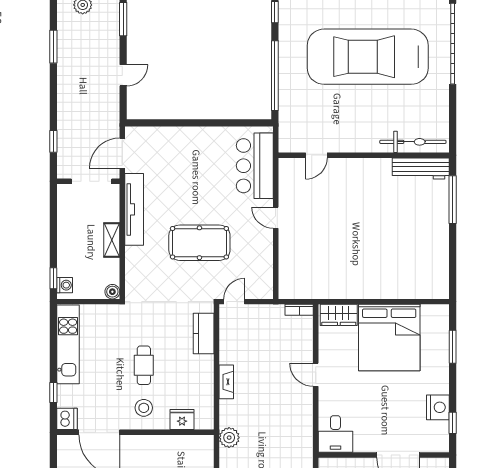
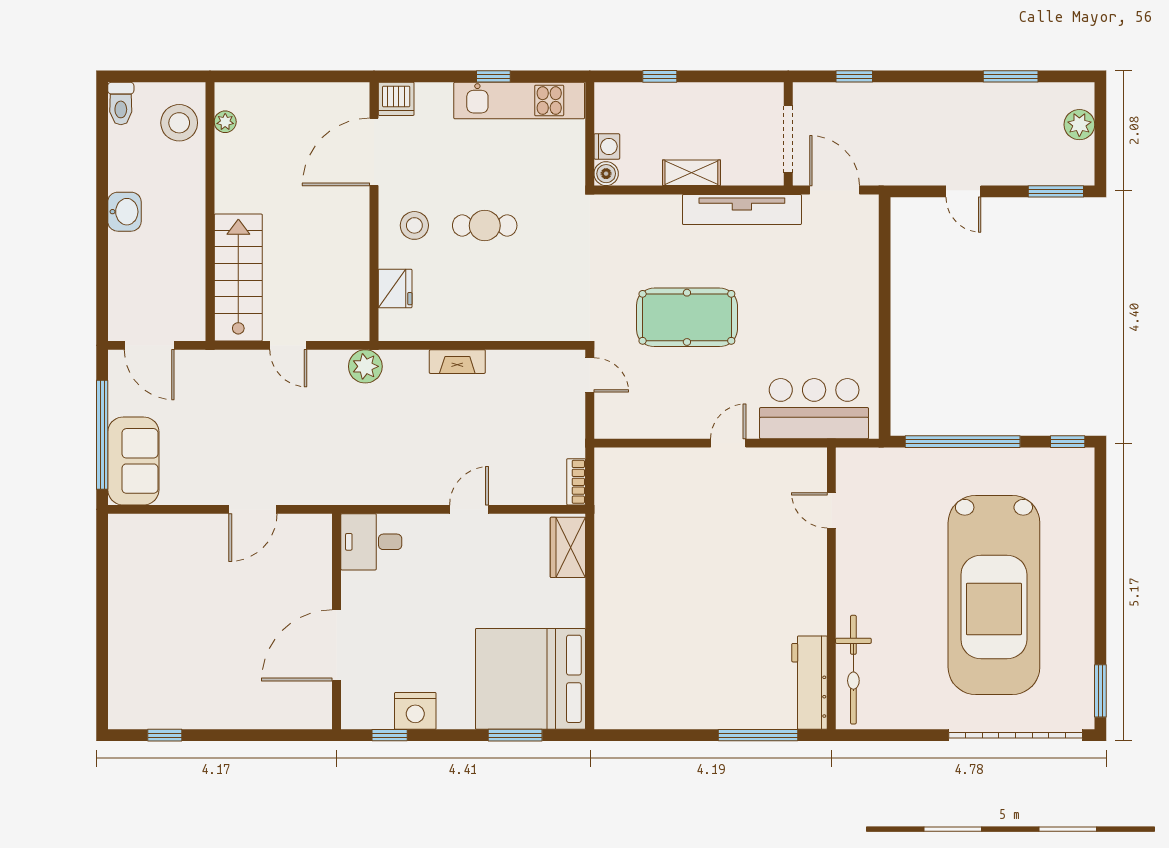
car: (368, 57) -> (994, 595), turned 180
pool table: (199, 243) -> (687, 317), turned 90
window: (53, 278) -> (660, 76), moved
washing machine: (65, 285) -> (607, 146), moved, turned -90
kitchen counter: (204, 333) -> (537, 324), removed
bed: (389, 338) -> (530, 679), moved
window: (53, 393) -> (493, 76), moved

